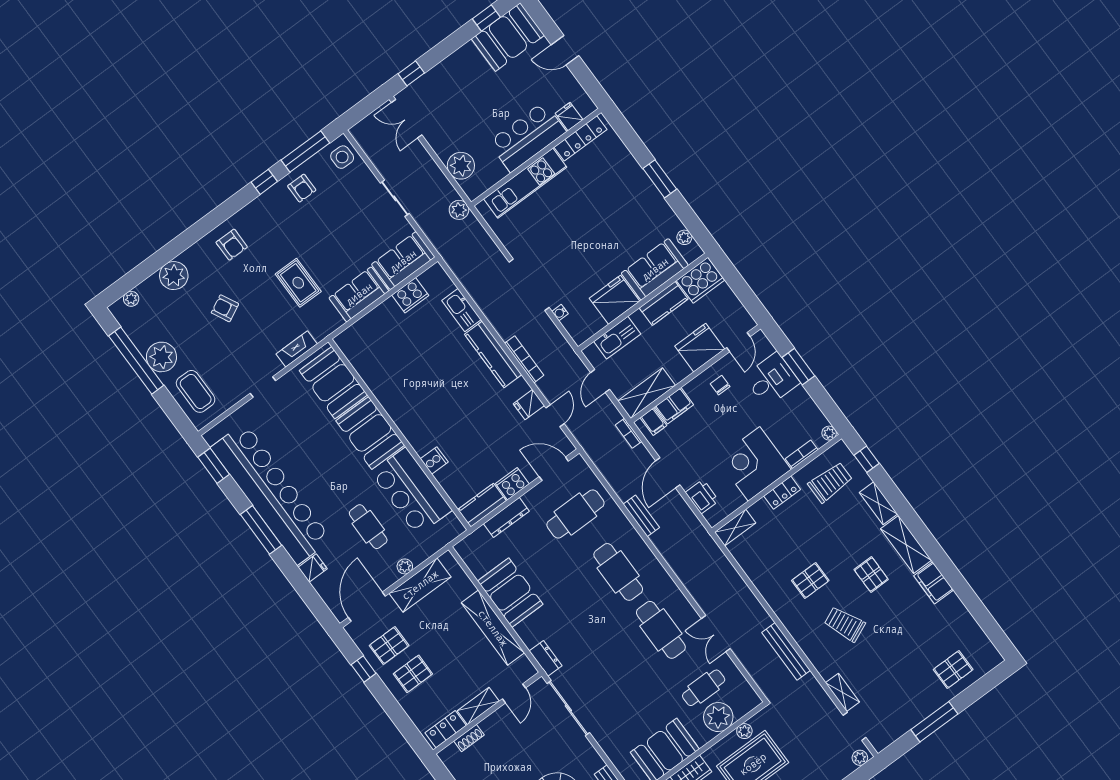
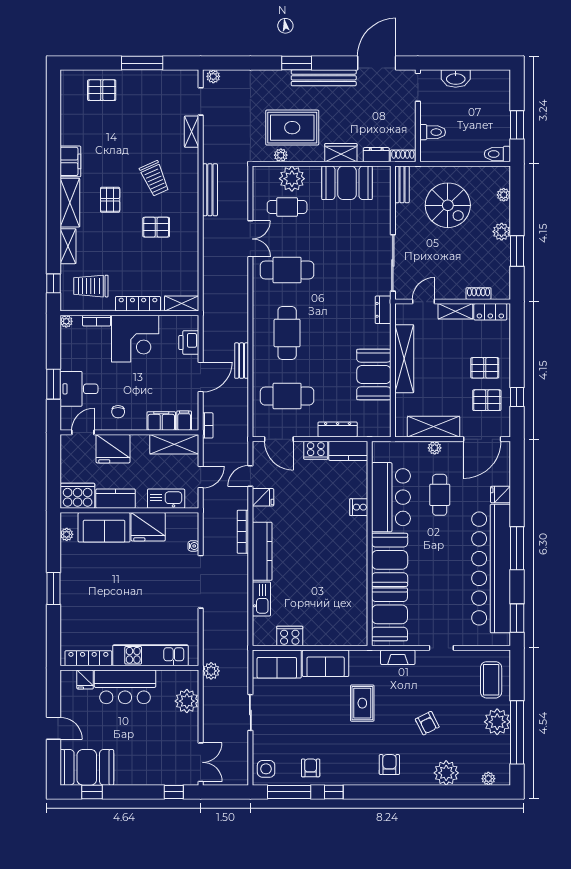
locker: (782, 493) -> (138, 304), width x1.53
cafe table: (661, 630) -> (287, 270), turned 90

